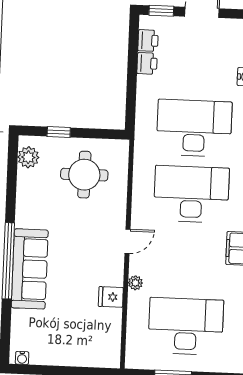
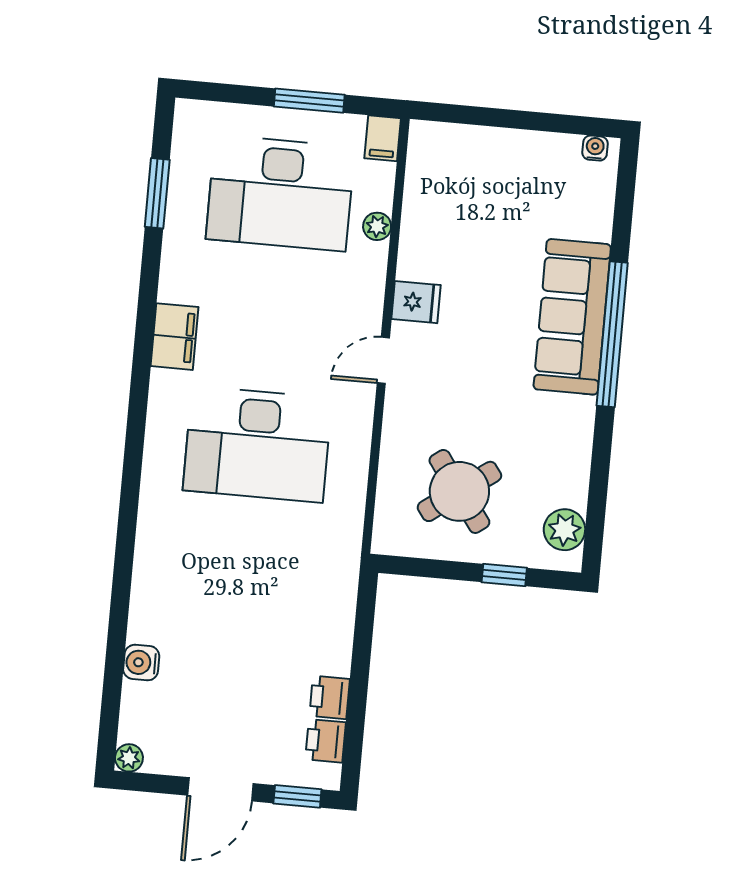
desk: (194, 128) -> (246, 570), removed
round table: (84, 175) -> (459, 491), turned -36
plant: (135, 283) -> (377, 226), moved
fridge: (111, 297) -> (416, 302), moved
filing cabinet: (134, 358) -> (383, 138), added

